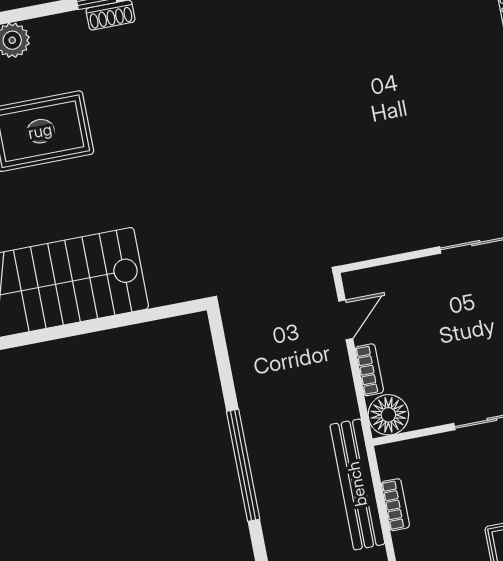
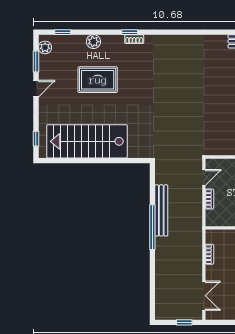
floor lamp: (388, 415) -> (214, 218), removed
bench: (357, 484) -> (161, 210), moved

